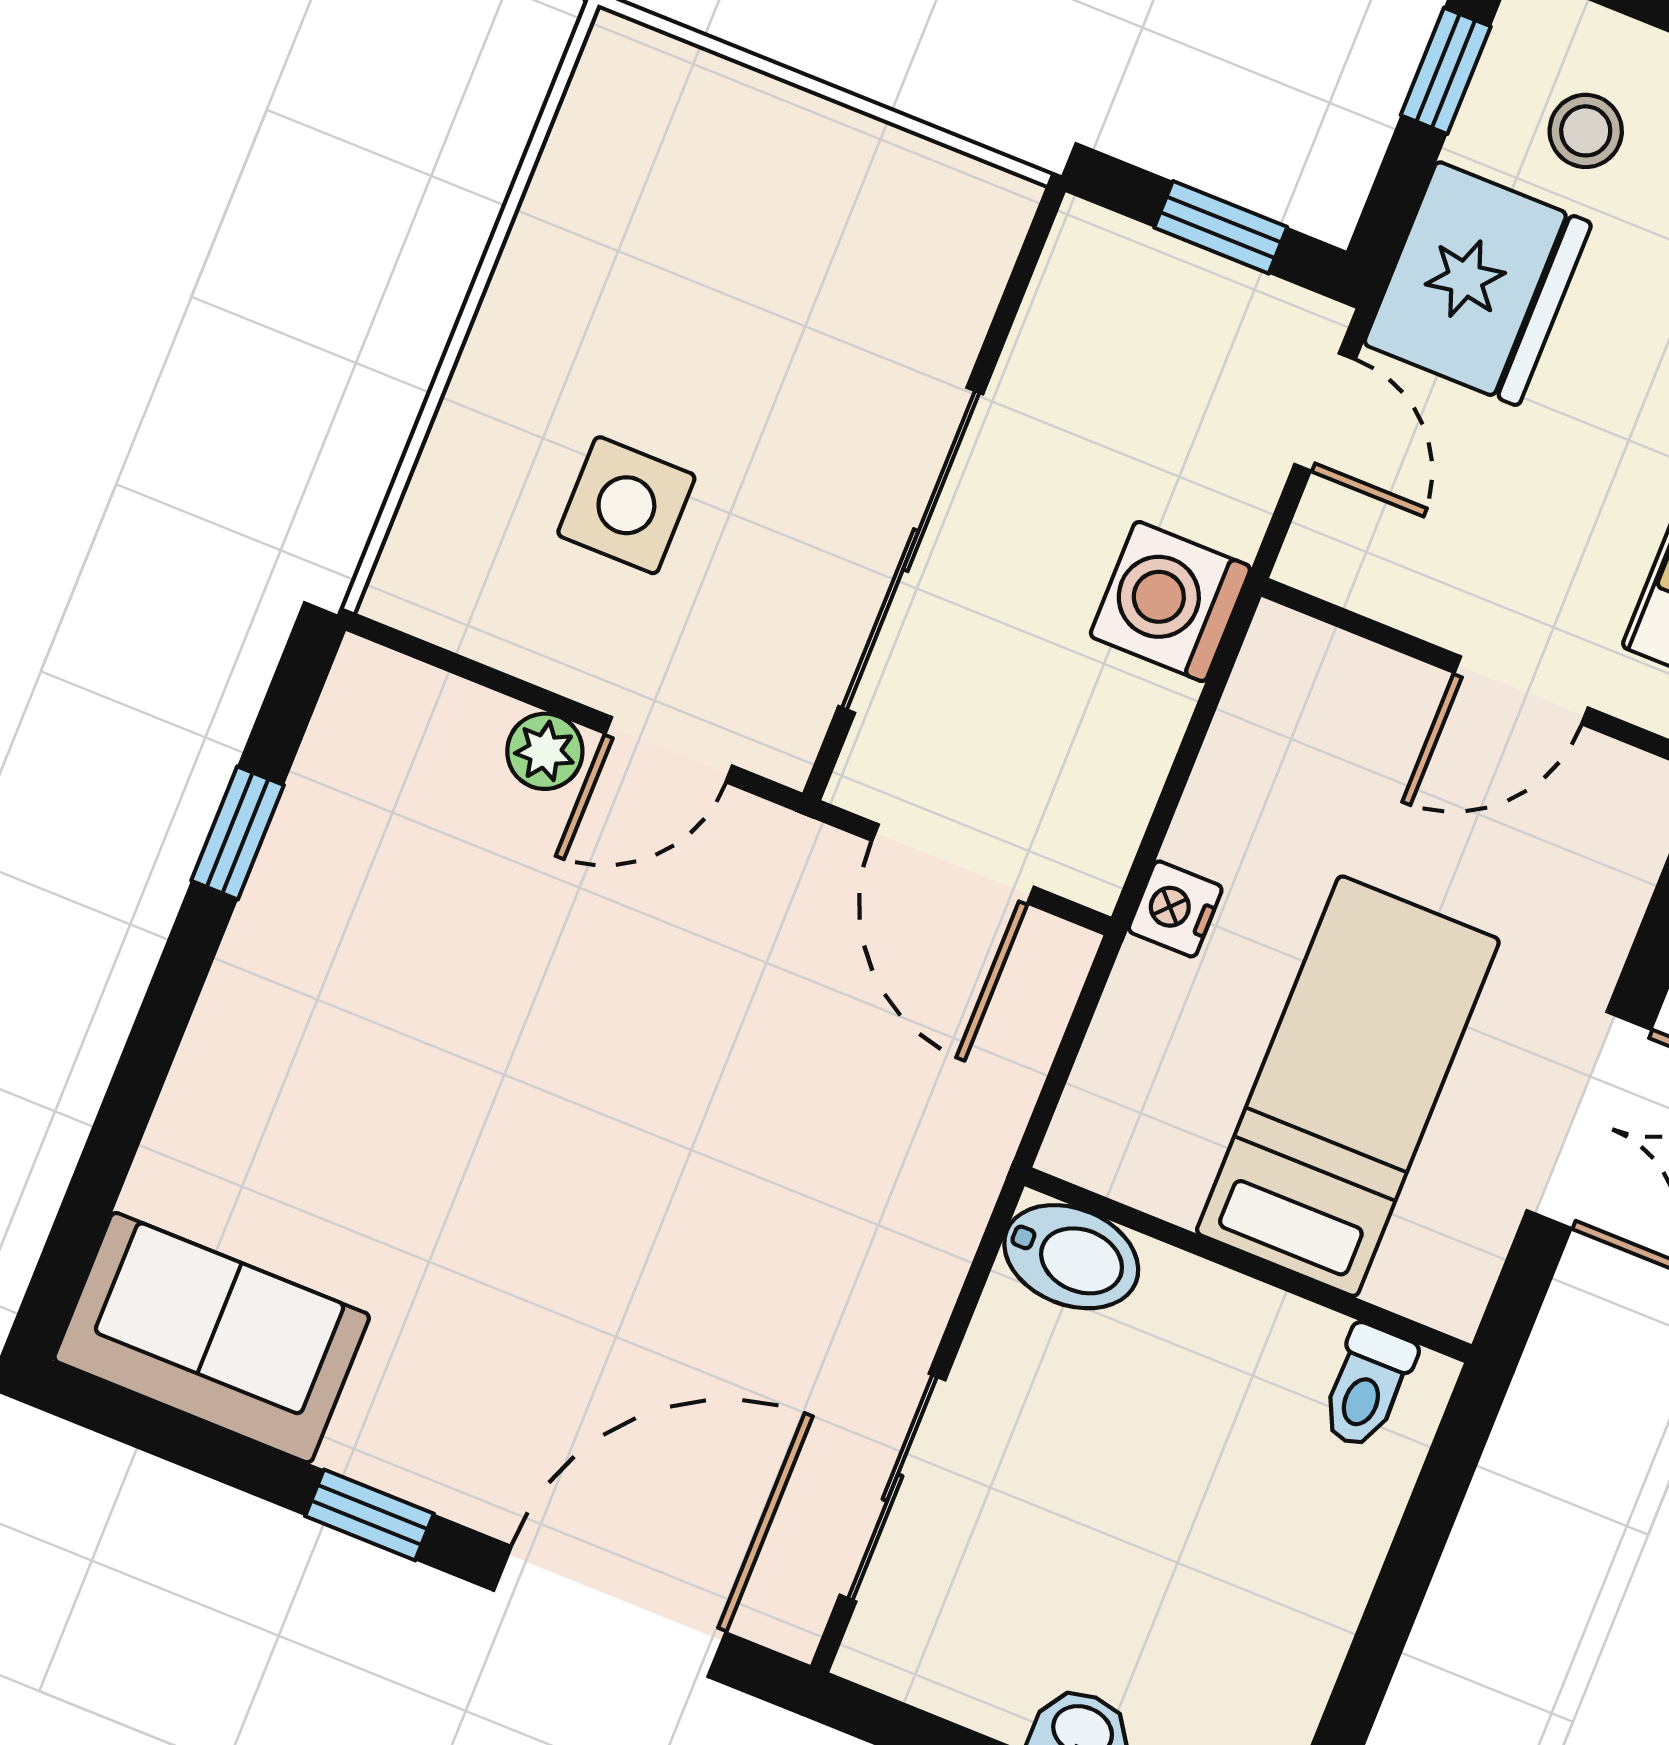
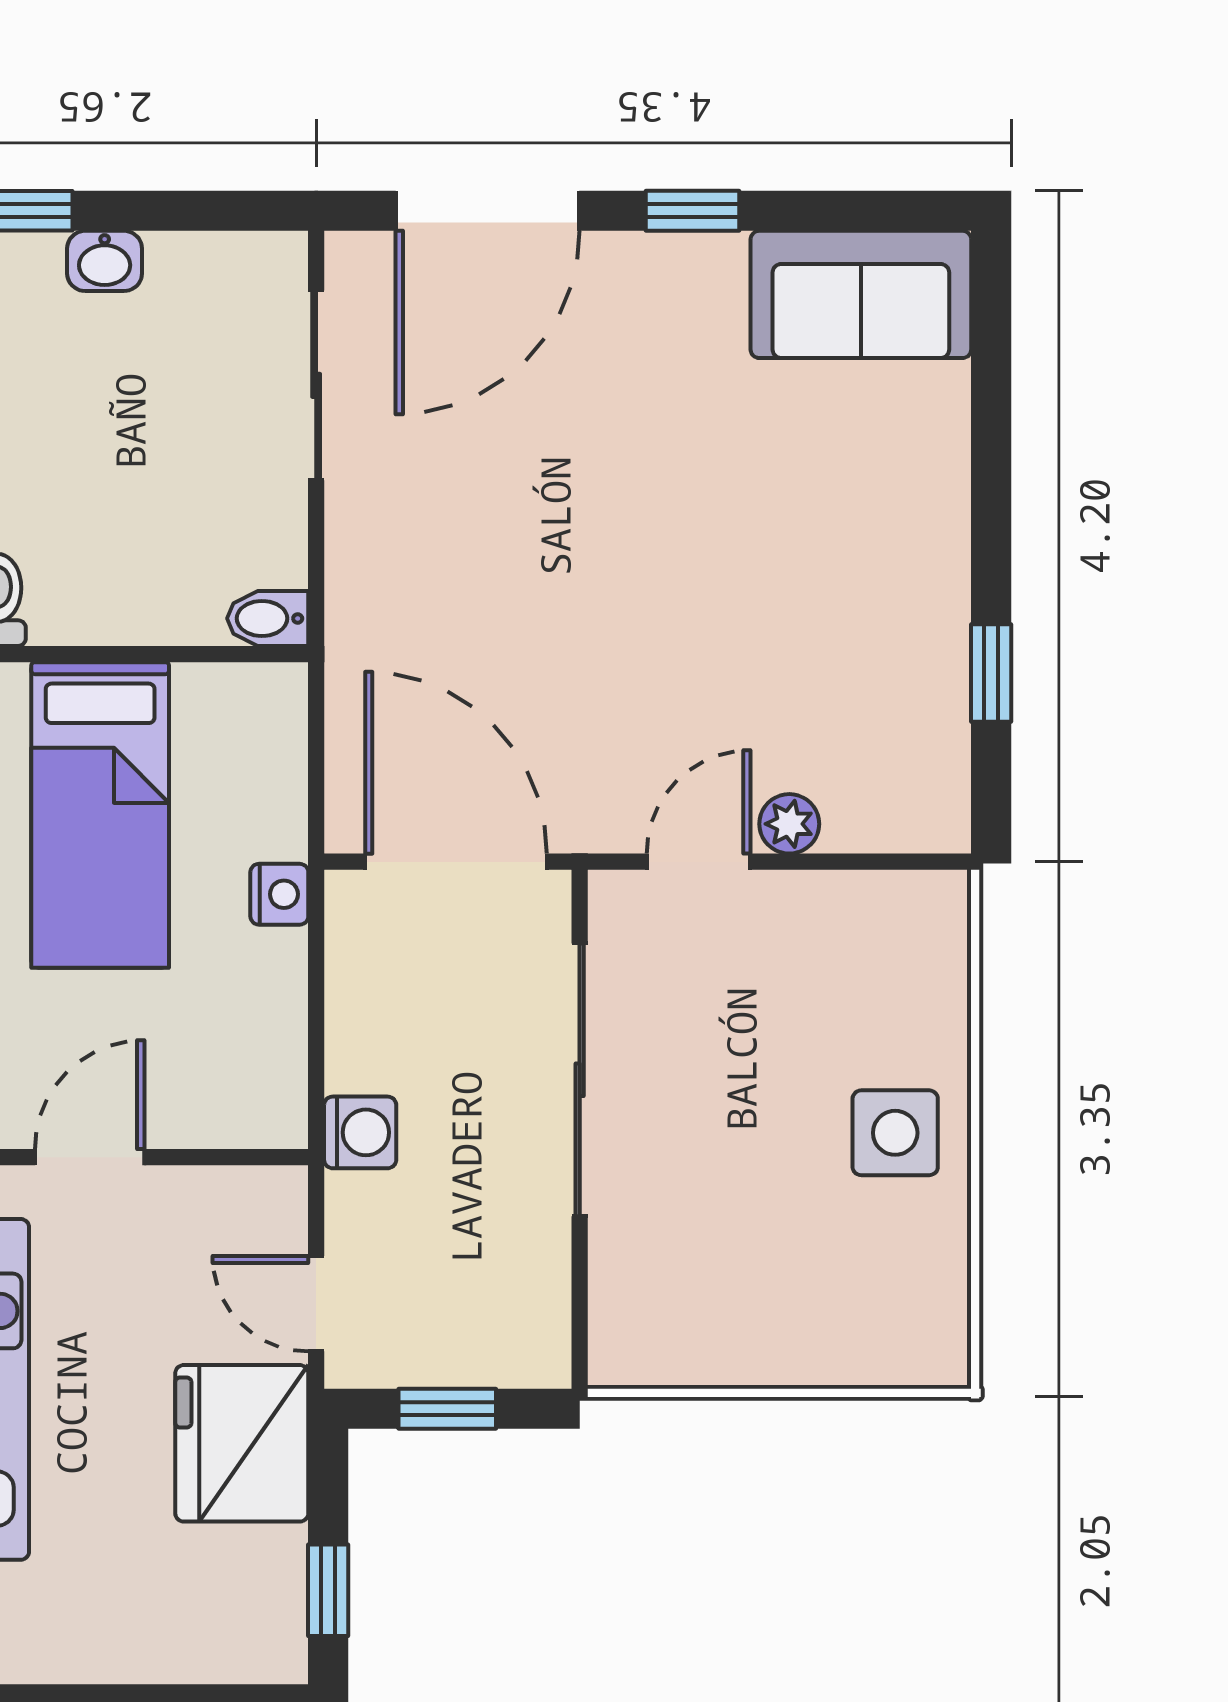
stool: (1586, 131) -> (207, 1587), removed
side table: (626, 505) -> (895, 1133), moved
washing machine: (1170, 601) -> (360, 1132), width x0.73, depth x0.73
door: (953, 864) -> (456, 862), width x1.36
bidet: (1071, 1257) -> (268, 618), width x0.72, depth x0.74

